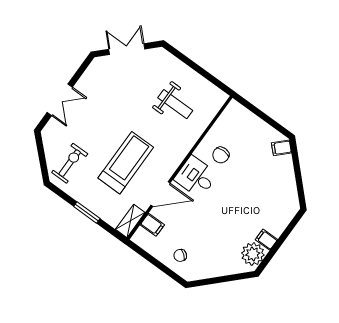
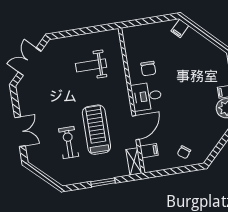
weight bench: (175, 104) -> (91, 65), turned 180
exercise bike: (70, 163) -> (69, 143), moved

